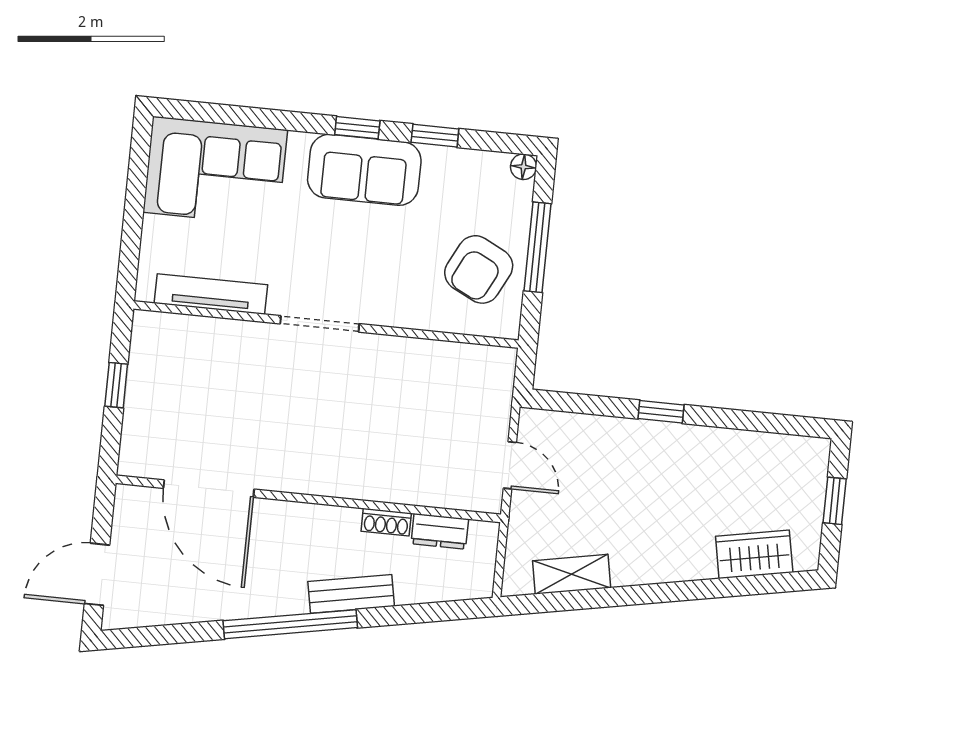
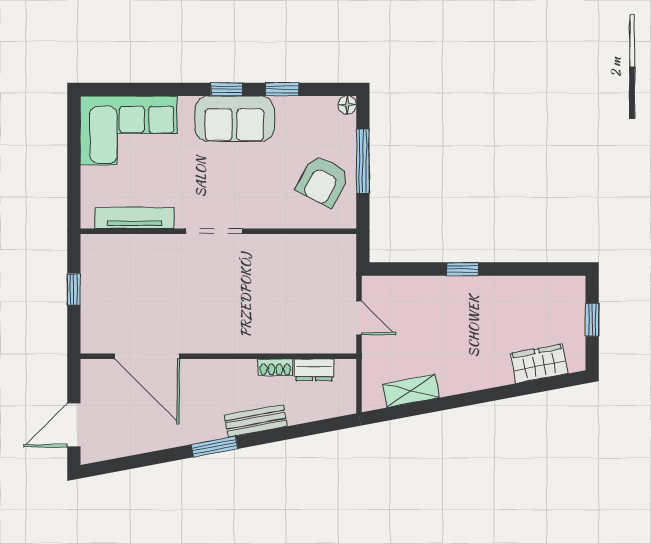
window: (290, 624) -> (215, 447), width x0.47

